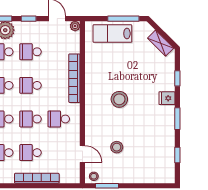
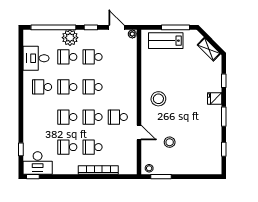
bookcase: (74, 78) -> (132, 81), removed
stool: (119, 99) -> (158, 99), moved
door: (82, 154) -> (139, 133), moved

